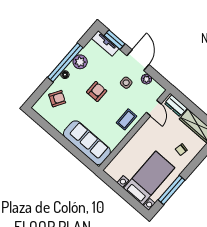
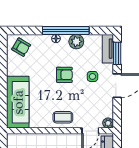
plant: (146, 79) -> (108, 123), moved
side table: (126, 83) -> (92, 76), moved
armchair: (57, 99) -> (21, 47), moved

